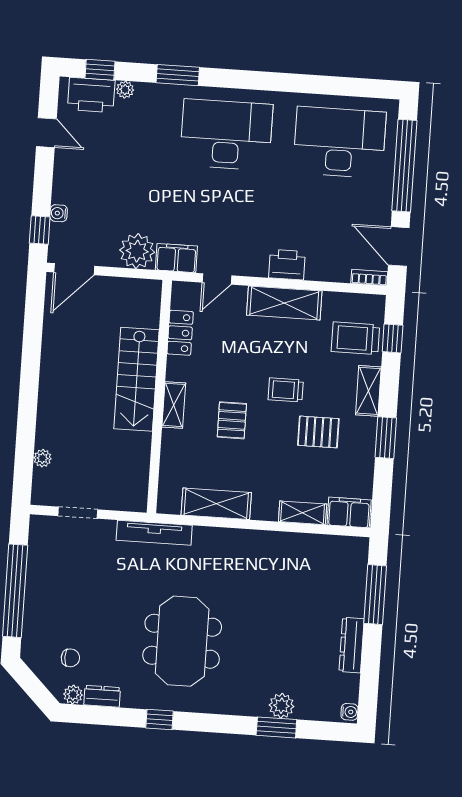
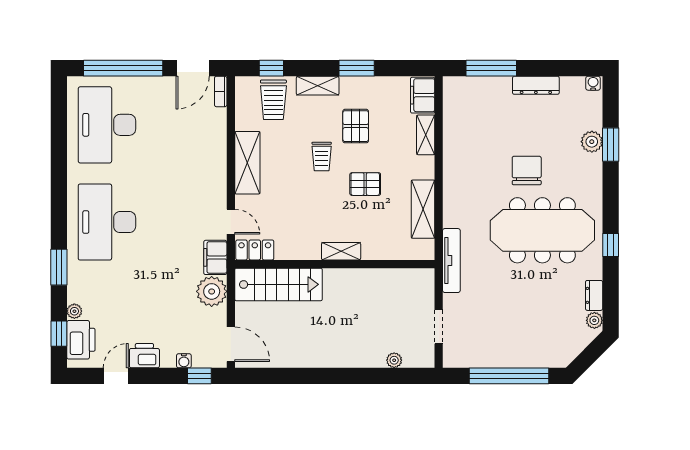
printer: (287, 265) -> (144, 356), moved, turned 90
locker: (180, 333) -> (255, 250), moved
stairs: (137, 379) -> (278, 284), moved
pallet: (232, 420) -> (365, 184), moved
meeting table: (182, 641) -> (542, 230), width x1.36
chair: (70, 658) -> (527, 171), moved, width x1.87, depth x1.87

